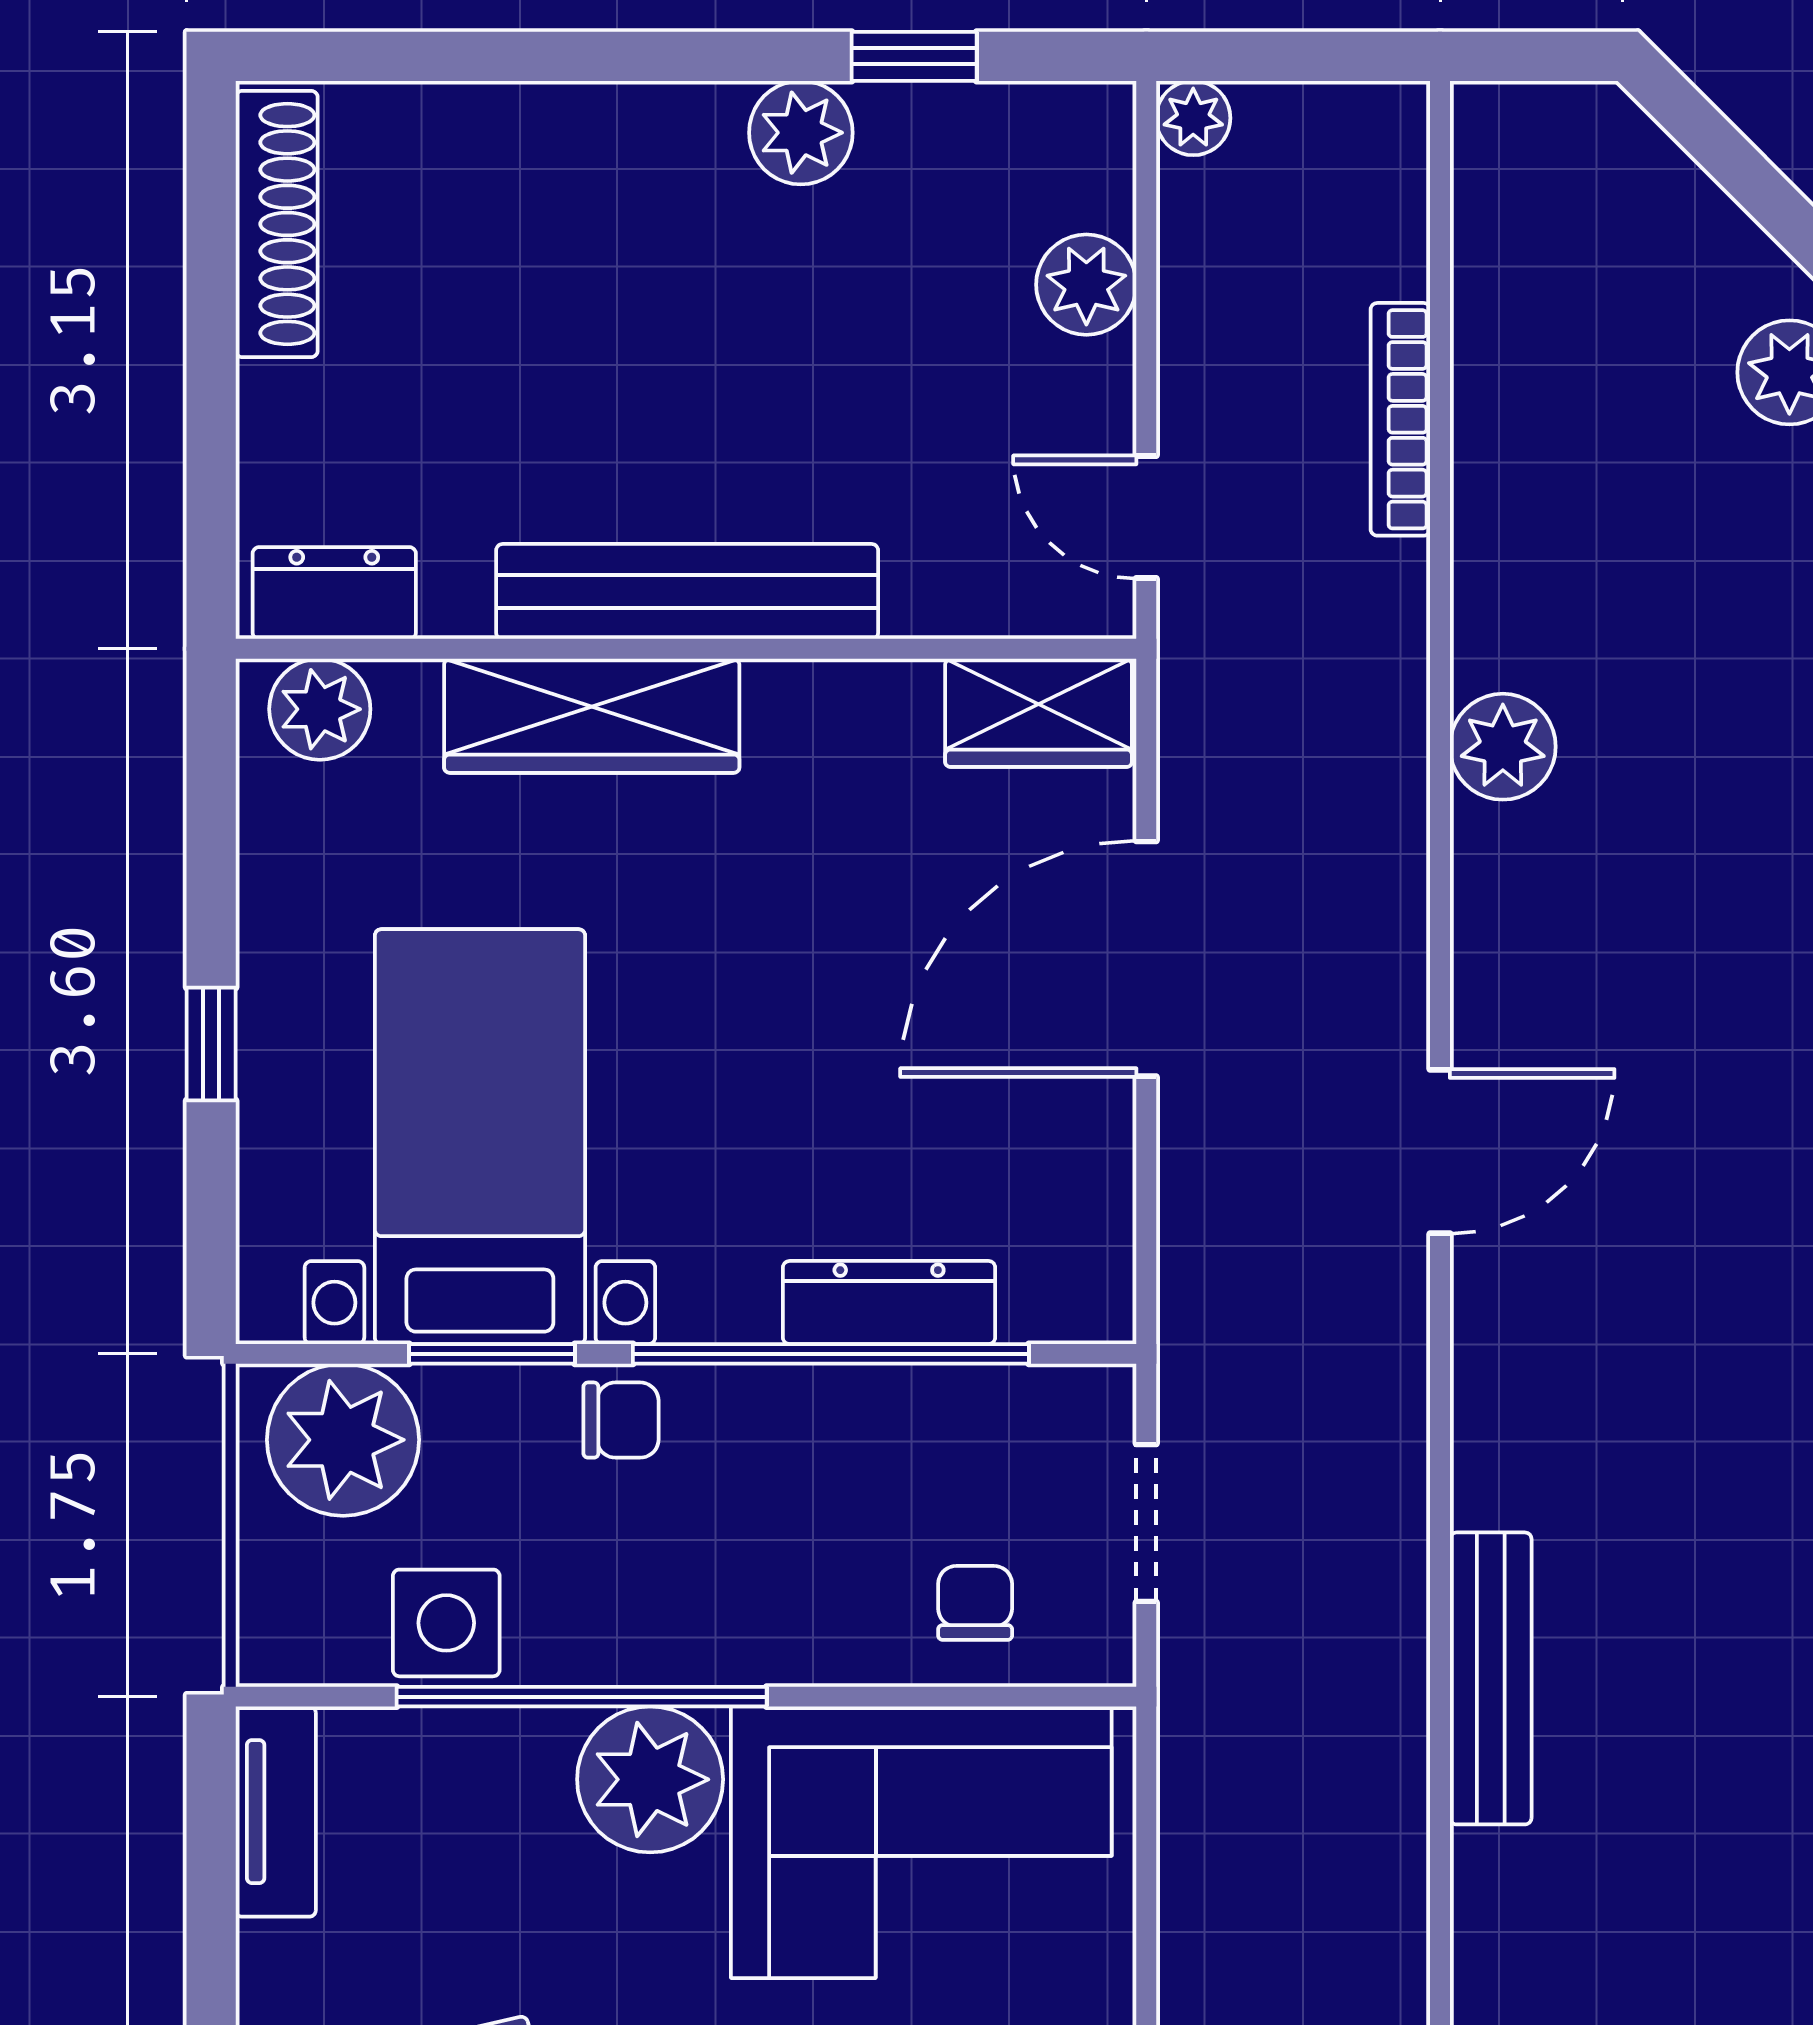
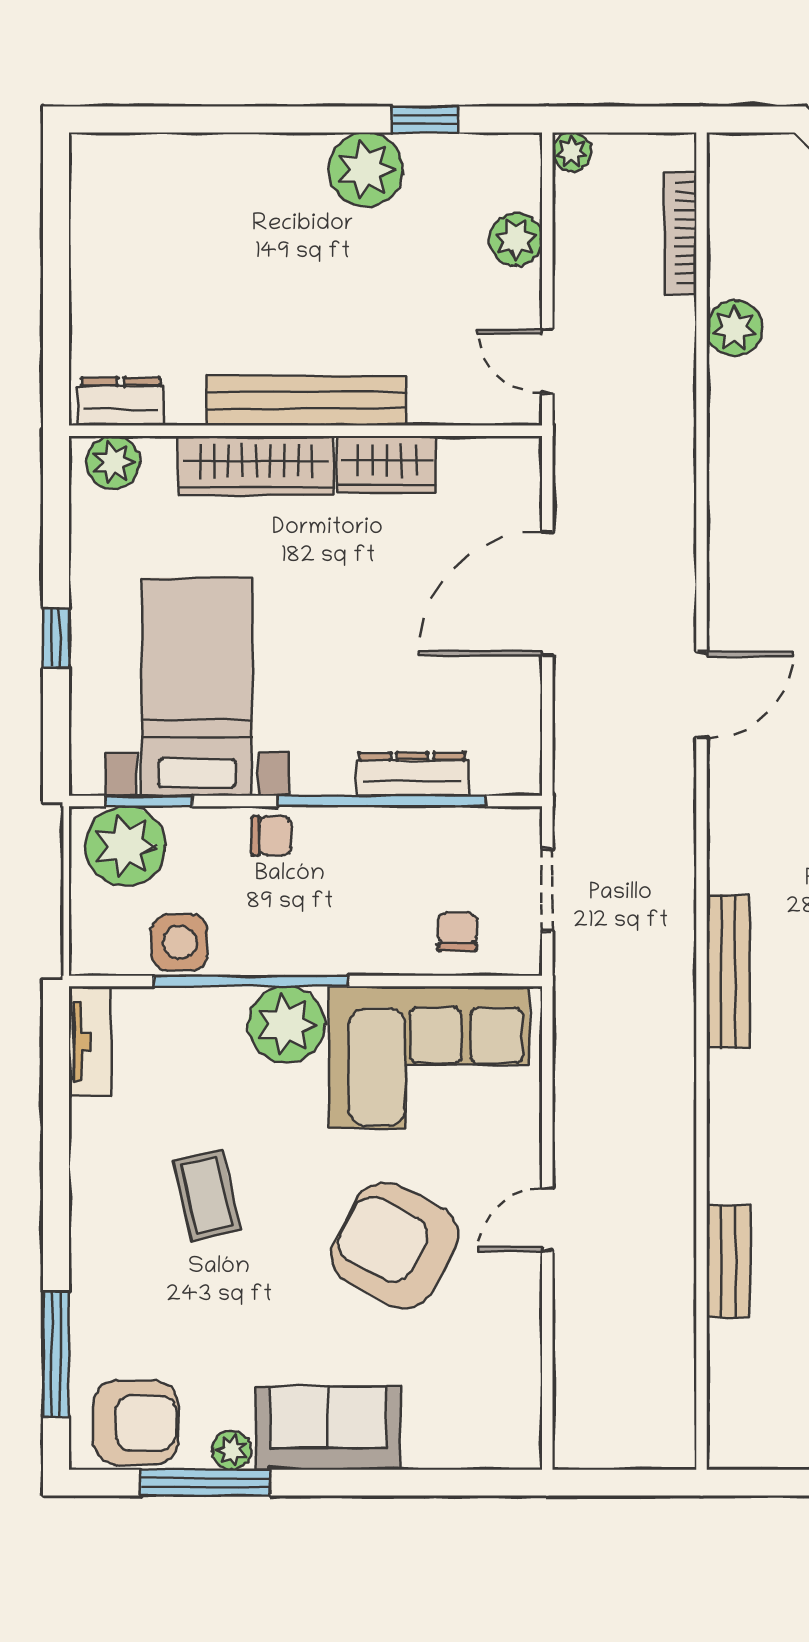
plant: (801, 133) -> (366, 169), width x1.36, depth x1.36
shoe rack: (277, 224) -> (90, 208), removed
bookcase: (1400, 419) -> (681, 233), moved
wardrobe: (1039, 713) -> (387, 464), moved
plant: (1503, 747) -> (735, 328), moved
window: (492, 1354) -> (149, 801), moved

